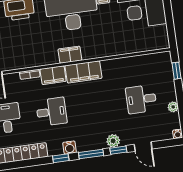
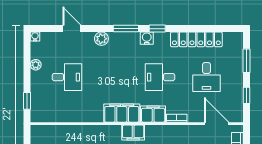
window: (118, 150) -> (97, 29), removed

